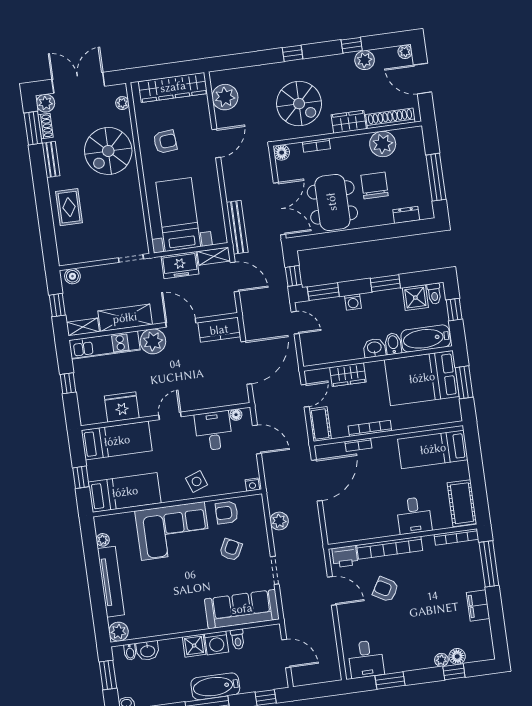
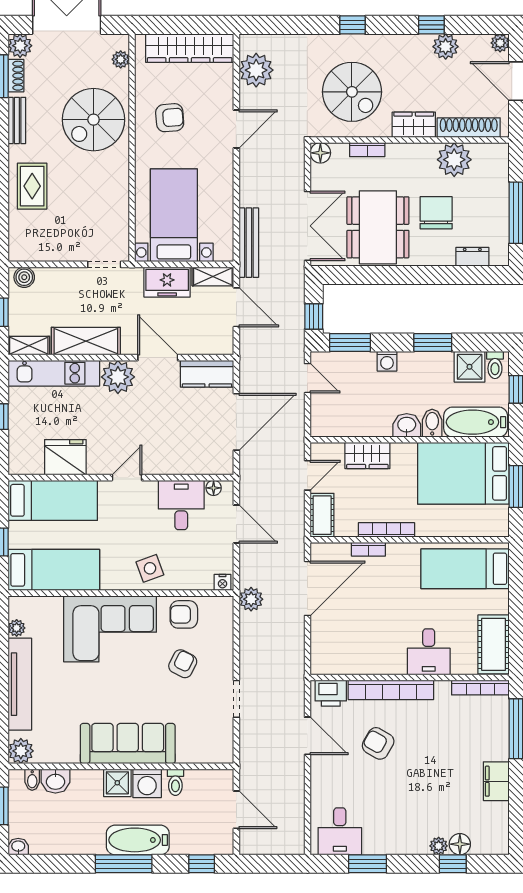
plant: (279, 521) -> (251, 599), moved
sofa: (242, 609) -> (128, 744), moved

